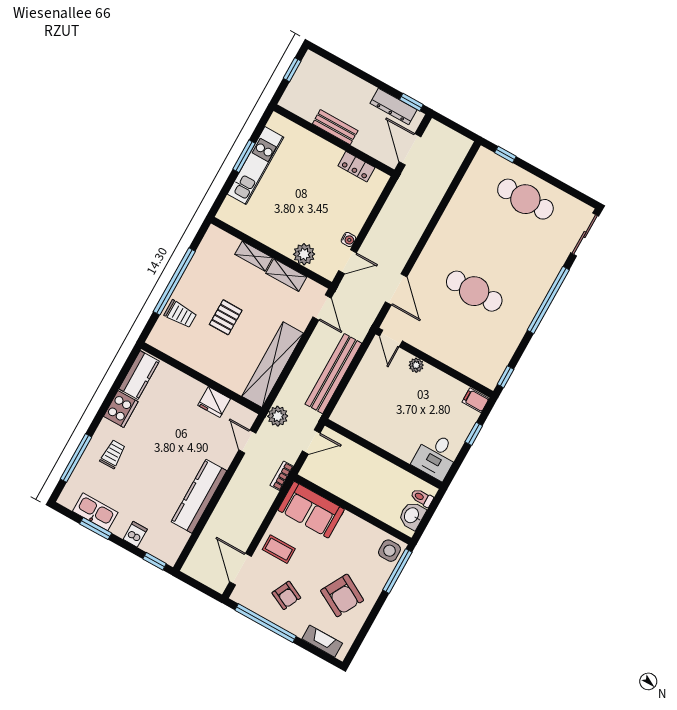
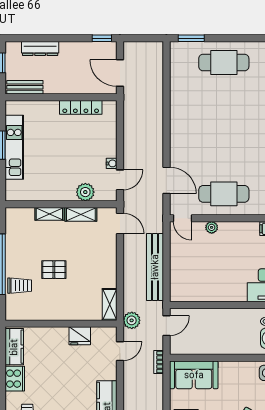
dresser: (394, 106) -> (40, 49), moved
bench: (335, 127) -> (25, 87), moved
window: (505, 155) -> (191, 38), width x1.50
locker: (356, 167) -> (81, 107), width x1.53
cafe table: (474, 291) -> (224, 194), moved
pallet: (226, 317) -> (54, 270), turned 90
shelving: (273, 365) -> (110, 304), width x0.45, depth x0.75
door: (247, 442) -> (120, 351), swing flipped

